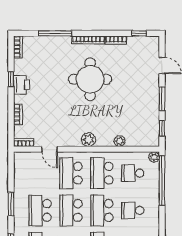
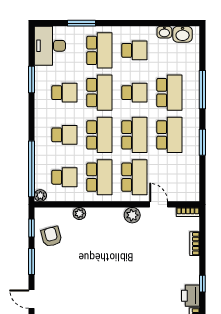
round table: (90, 79) -> (113, 284), removed
printer: (21, 85) -> (191, 296), moved
armchair: (144, 121) -> (51, 237), added
plant: (88, 140) -> (132, 215), moved

